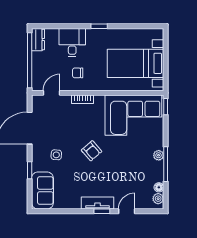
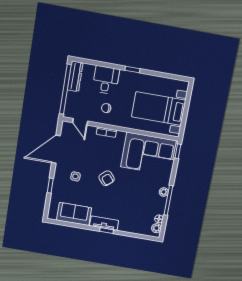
dresser: (38, 40) -> (75, 76), width x1.44
door: (52, 93) -> (80, 122), swing flipped
sofa: (42, 191) -> (74, 214), moved, turned -90
door: (127, 211) -> (128, 234), removed

